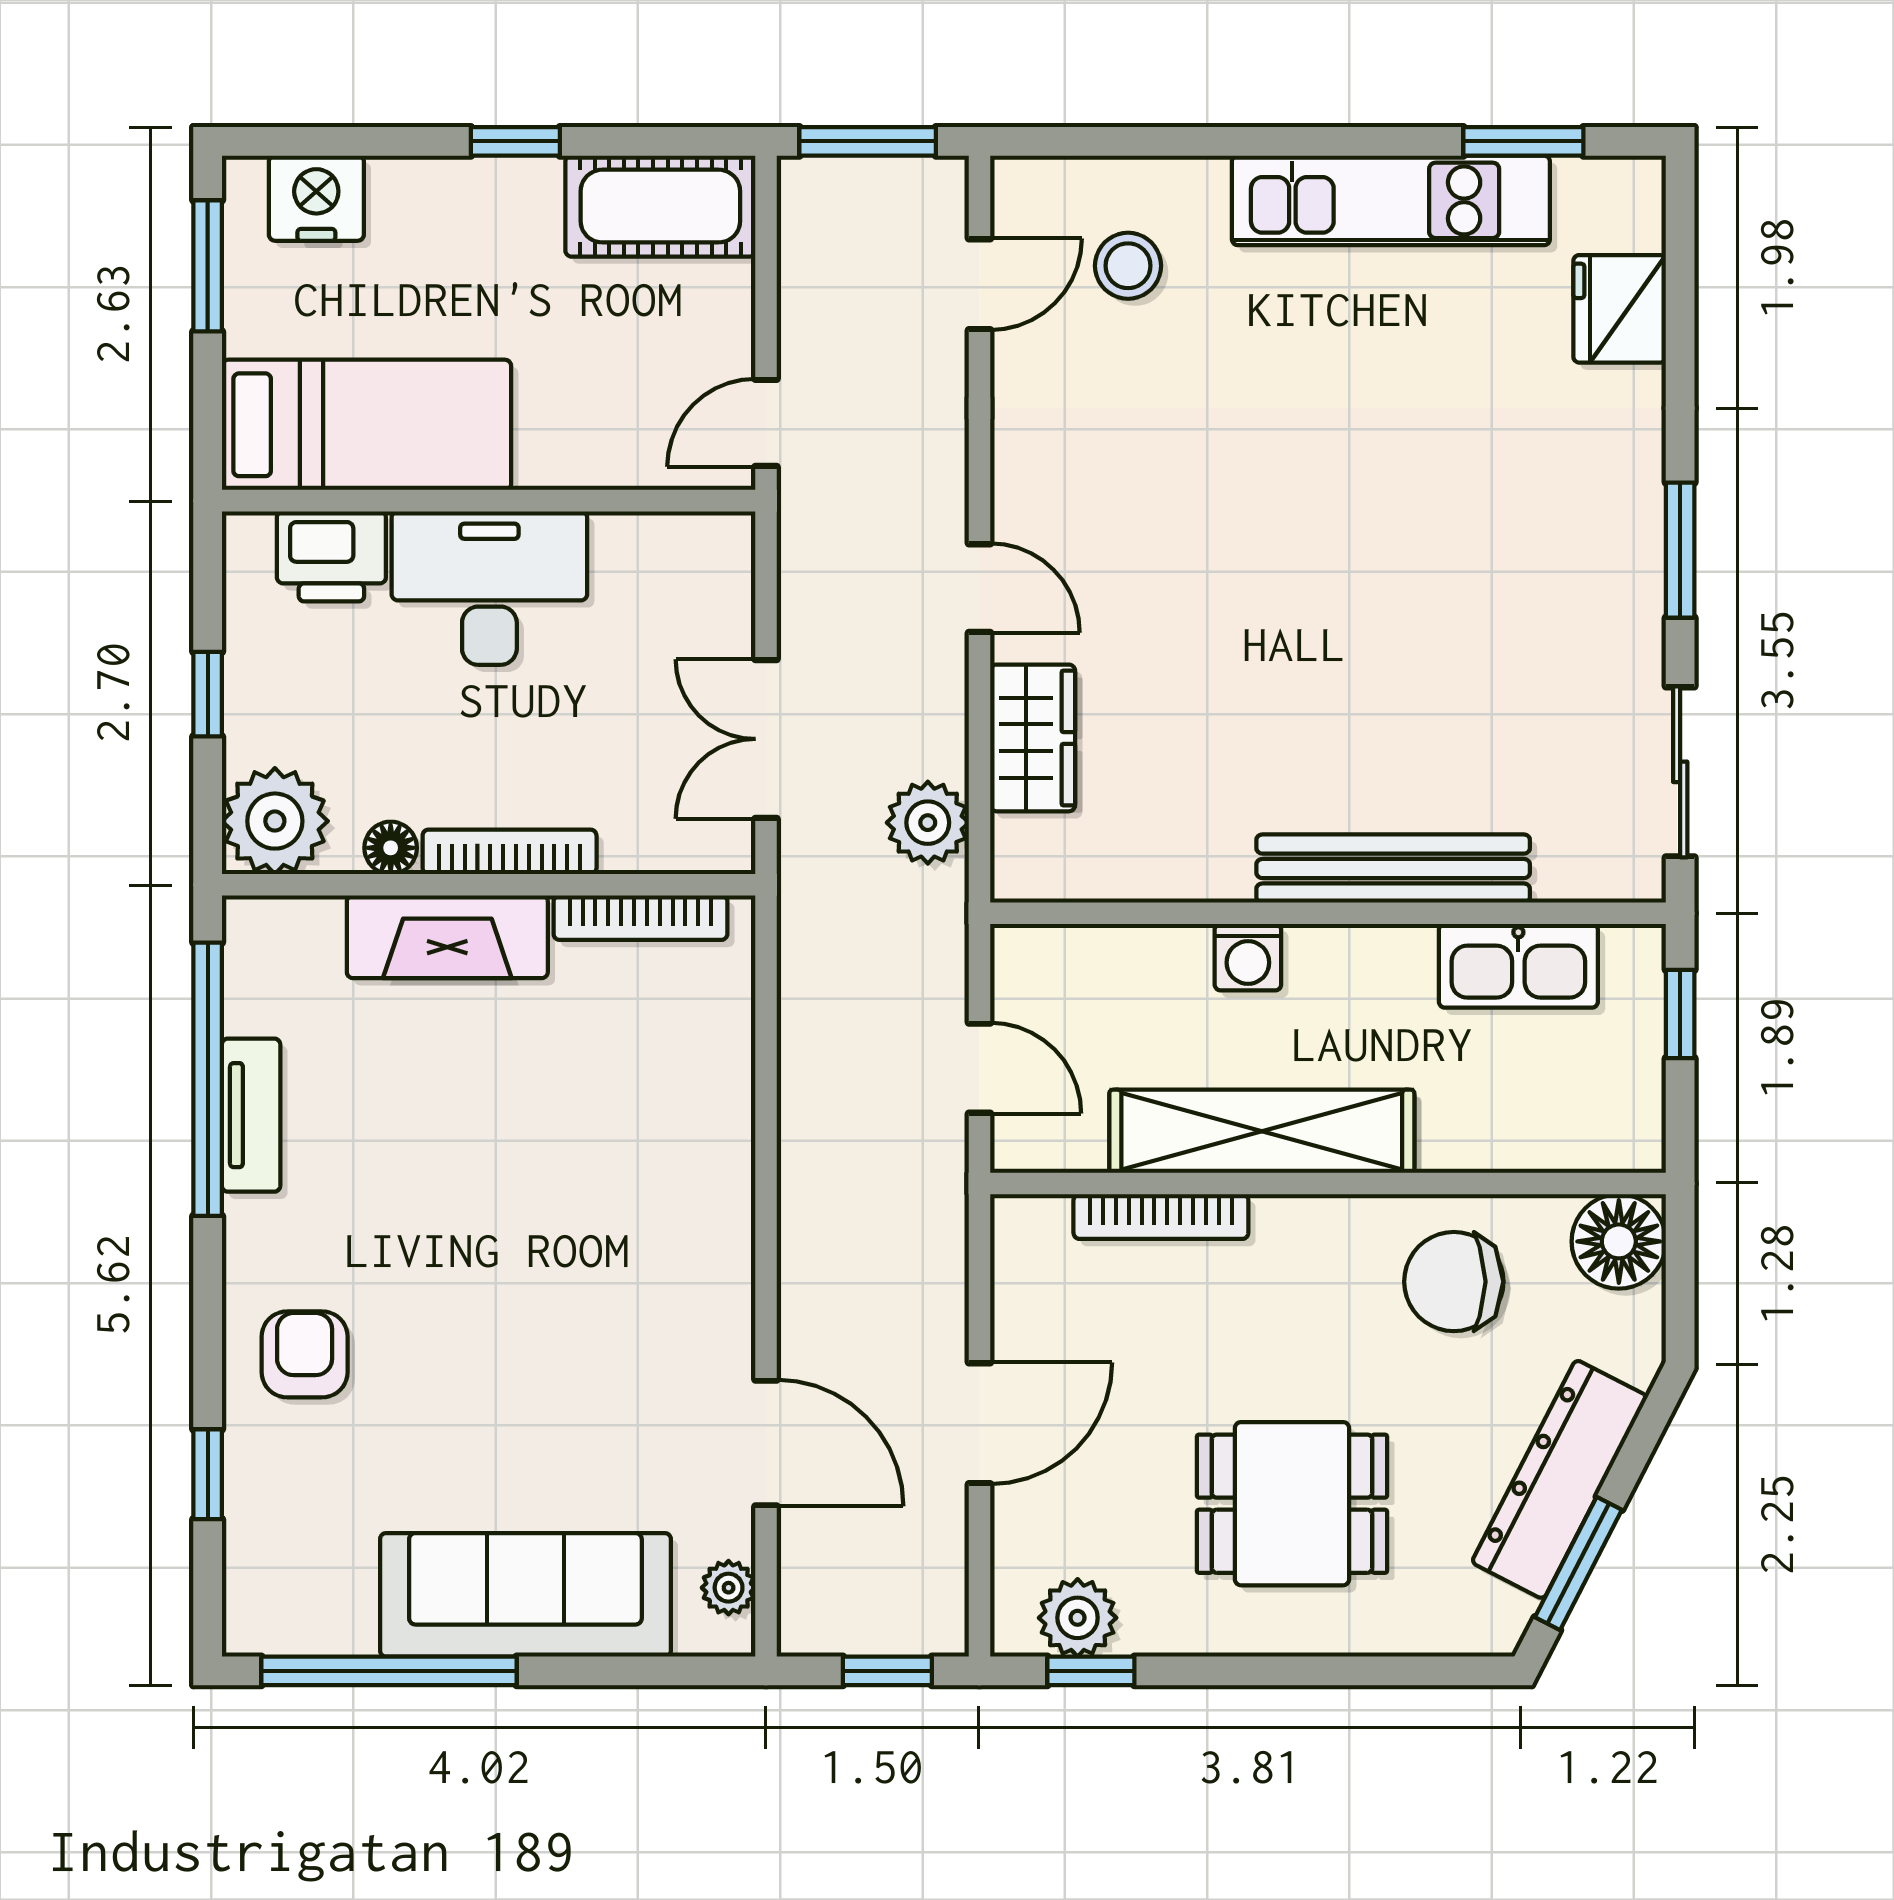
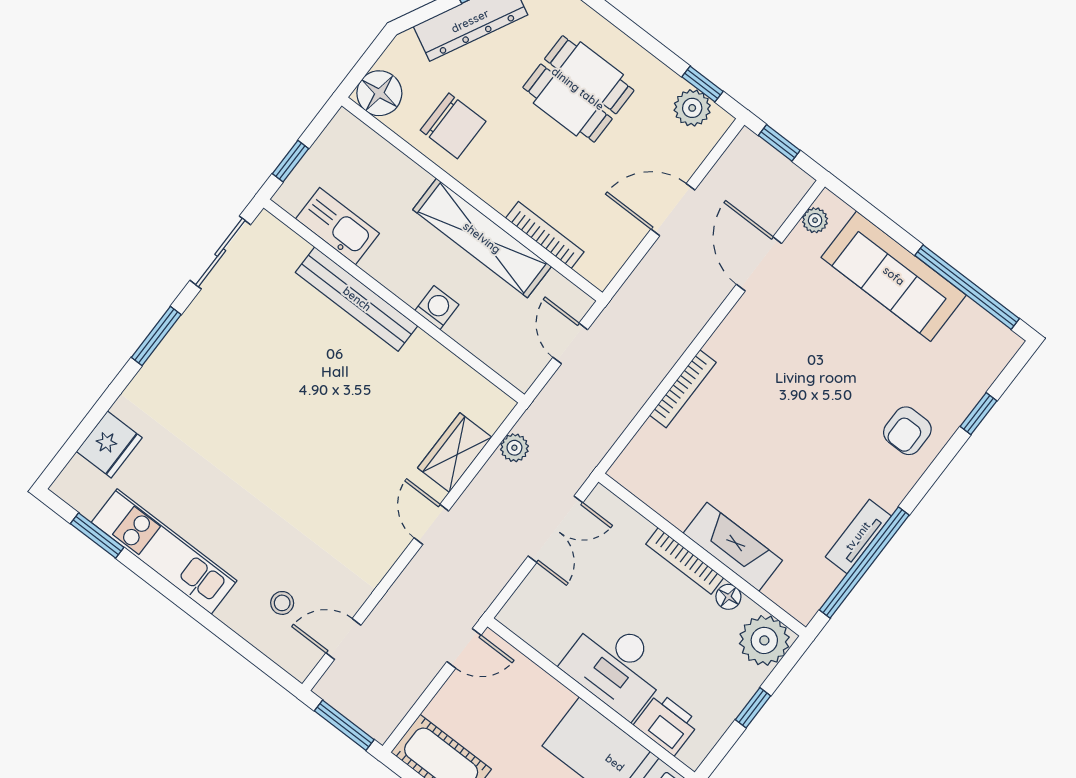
stool: (1128, 266) -> (282, 603), width x0.73, depth x0.73
plant: (928, 823) -> (514, 448), width x0.73, depth x0.73
bookcase: (640, 918) -> (683, 389), moved, turned 90

